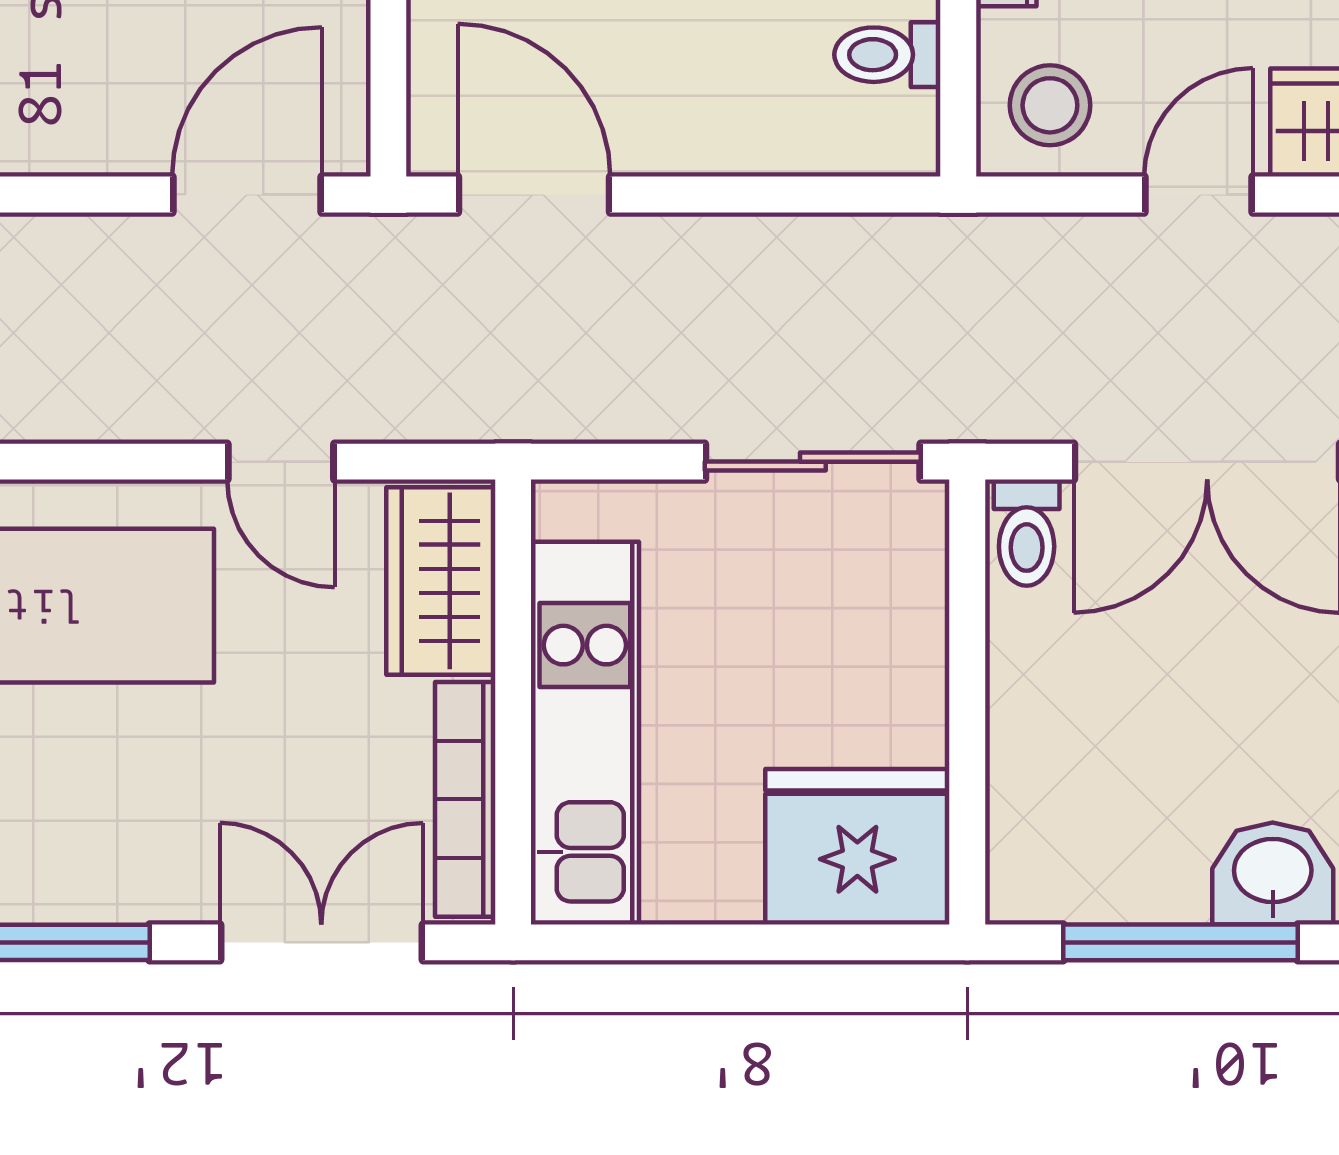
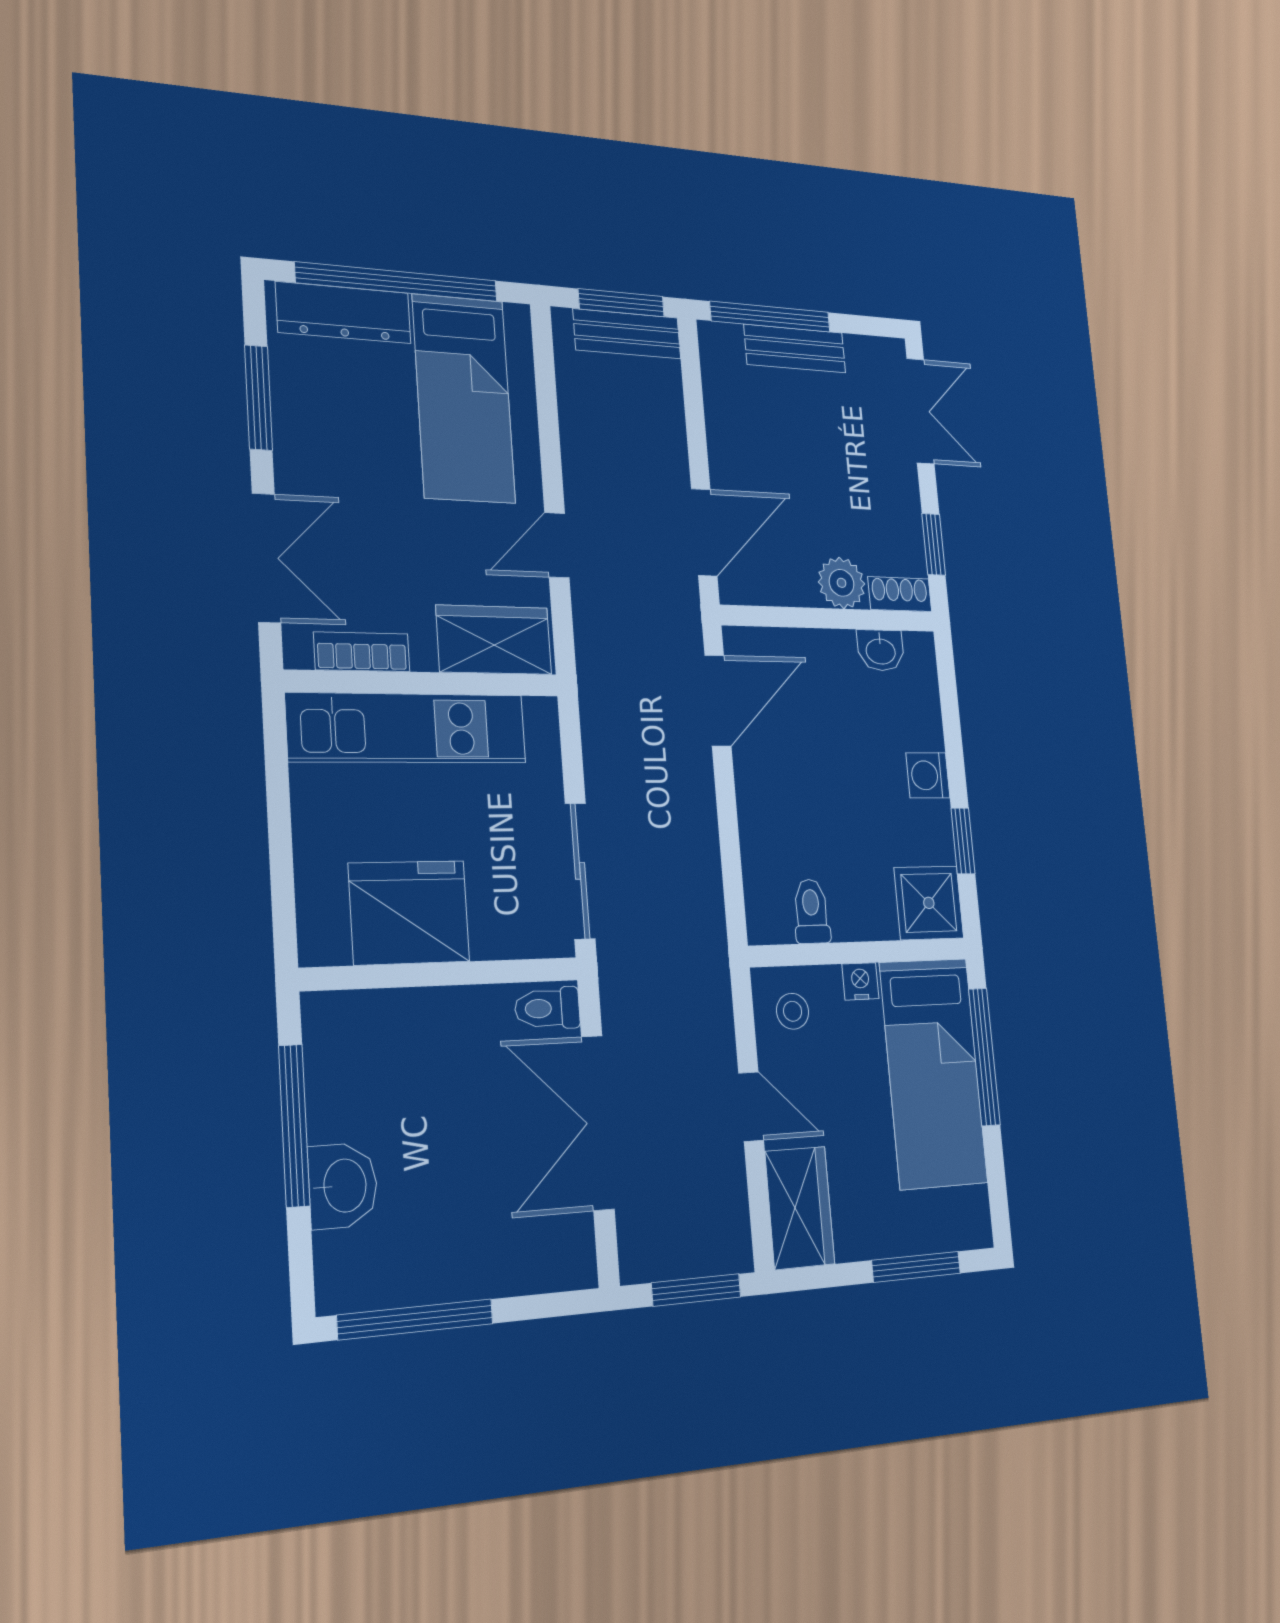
stool: (1050, 105) -> (793, 1011), width x0.73, depth x0.73
door: (247, 194) -> (704, 532), hinge flipped
bookcase: (465, 799) -> (362, 652), width x0.64
fridge: (857, 847) -> (409, 912), moved, turned -90

